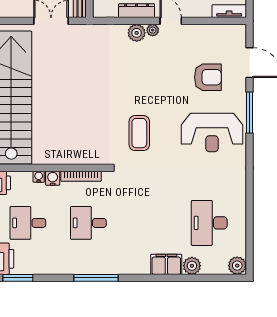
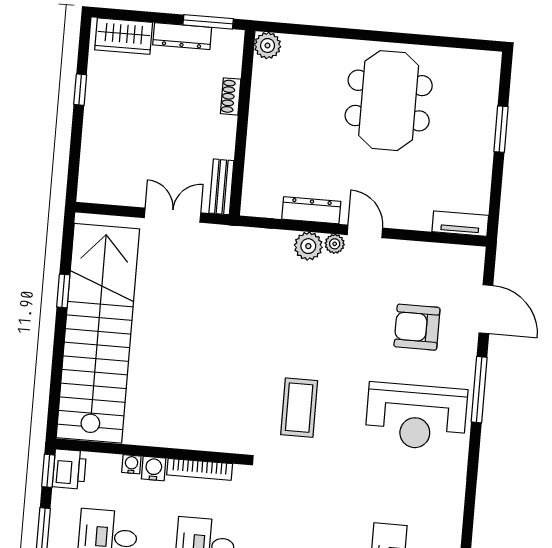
armchair: (208, 77) -> (417, 327), turned 180

